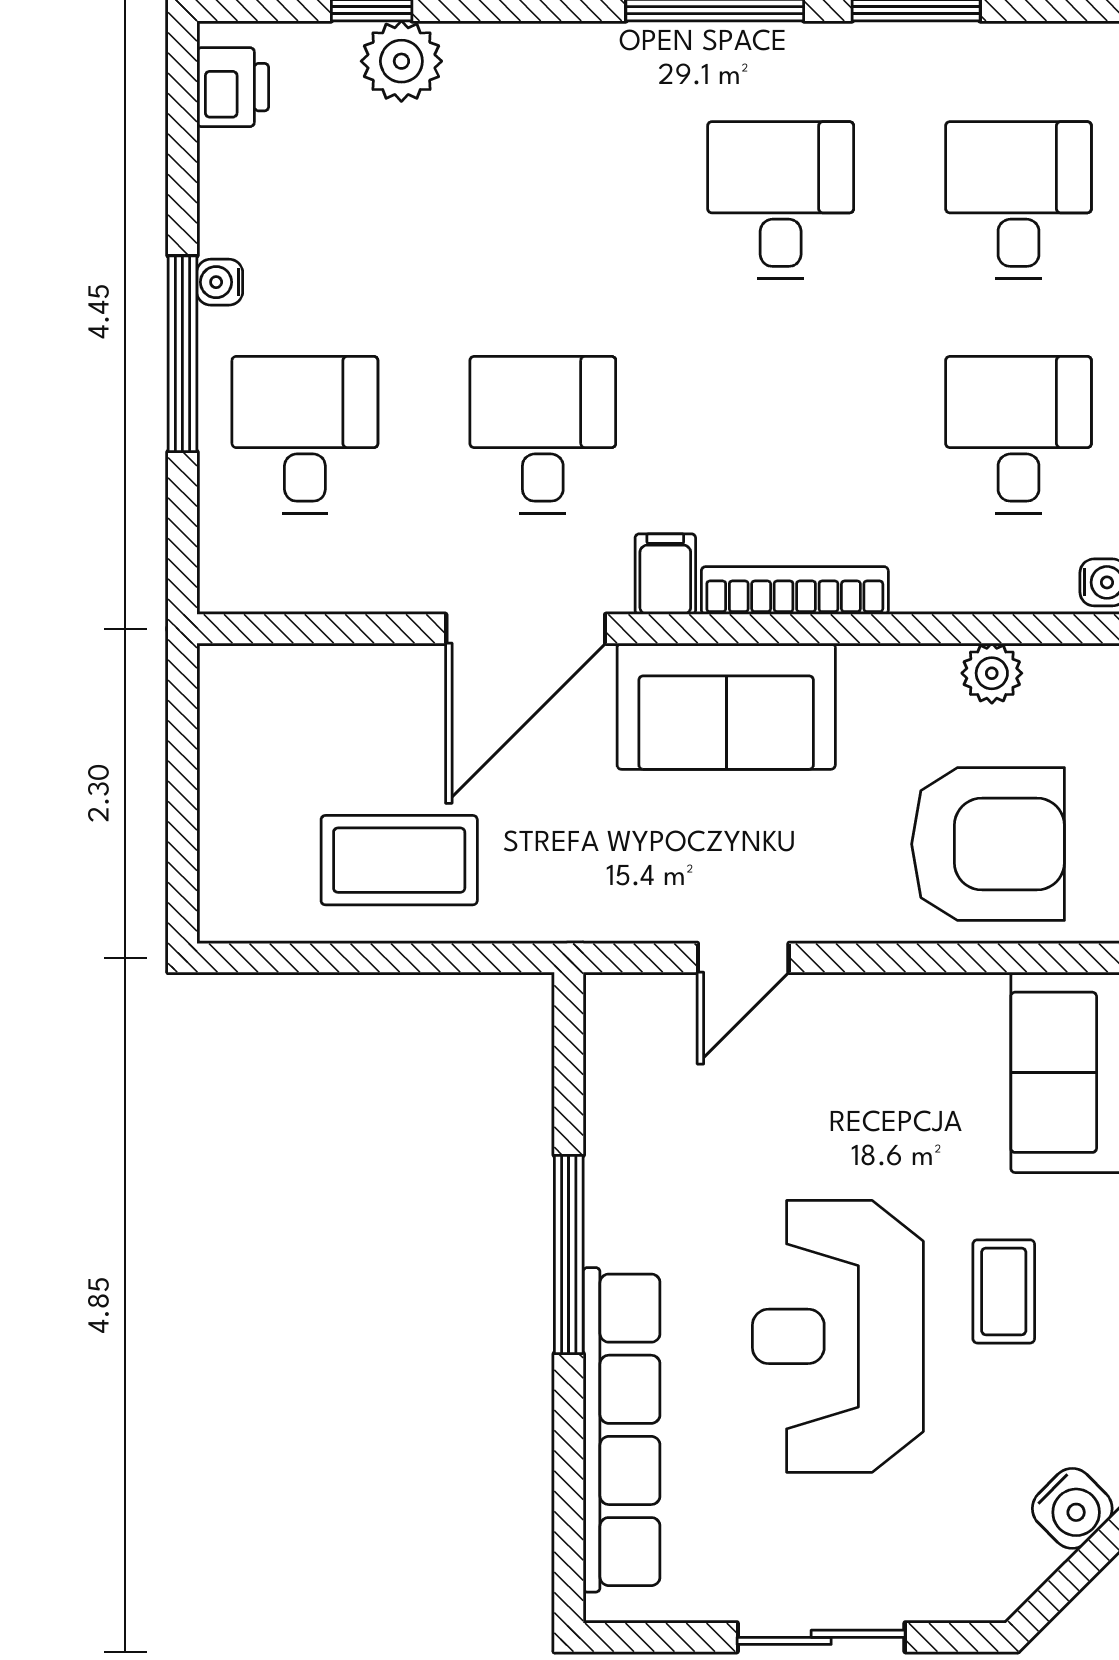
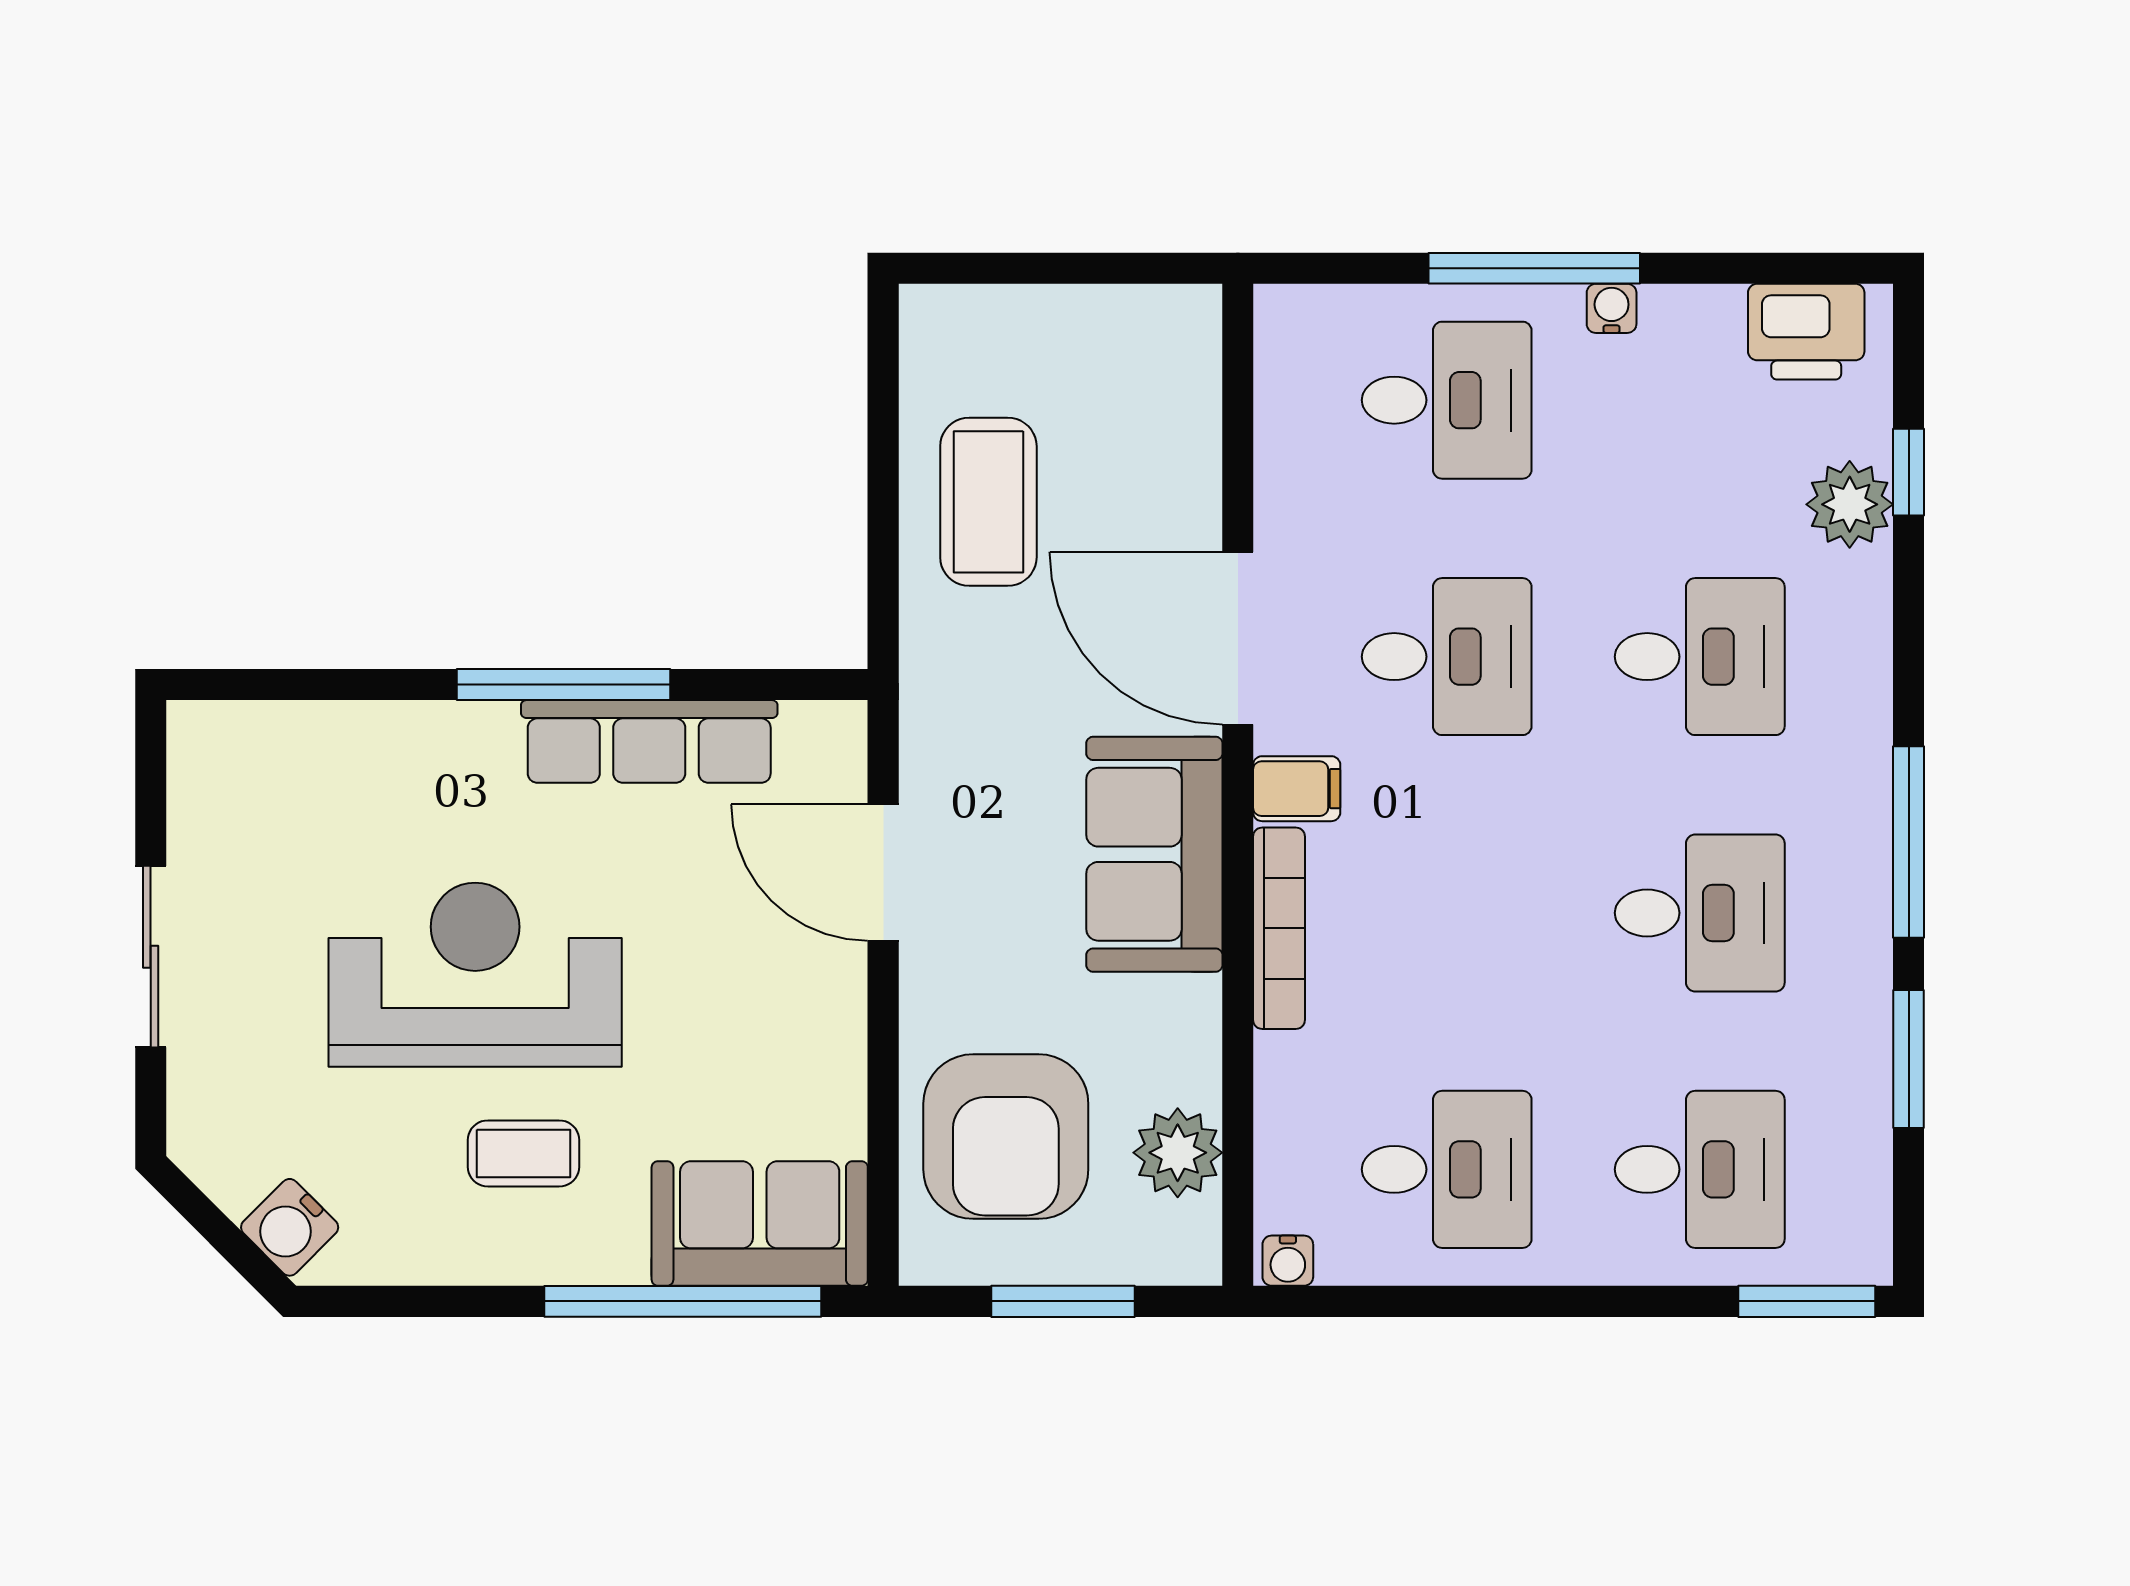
printer: (233, 87) -> (1806, 332), width x1.36, depth x1.24
desk: (543, 200) -> (1700, 657), added
plant: (992, 673) -> (1178, 1153), width x1.38, depth x1.38
door: (743, 958) -> (883, 873), width x1.38
row of seats: (622, 1430) -> (649, 741), moved, width x0.73

